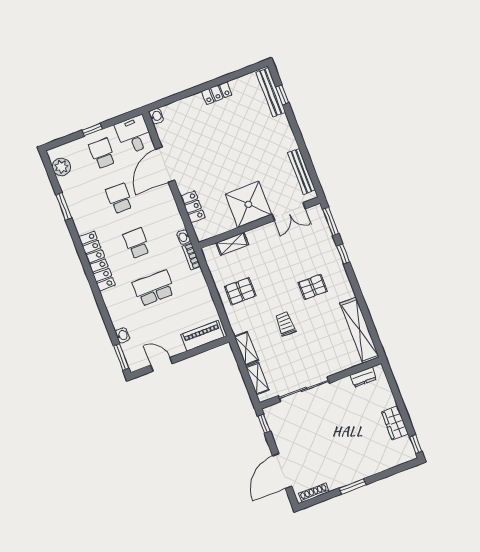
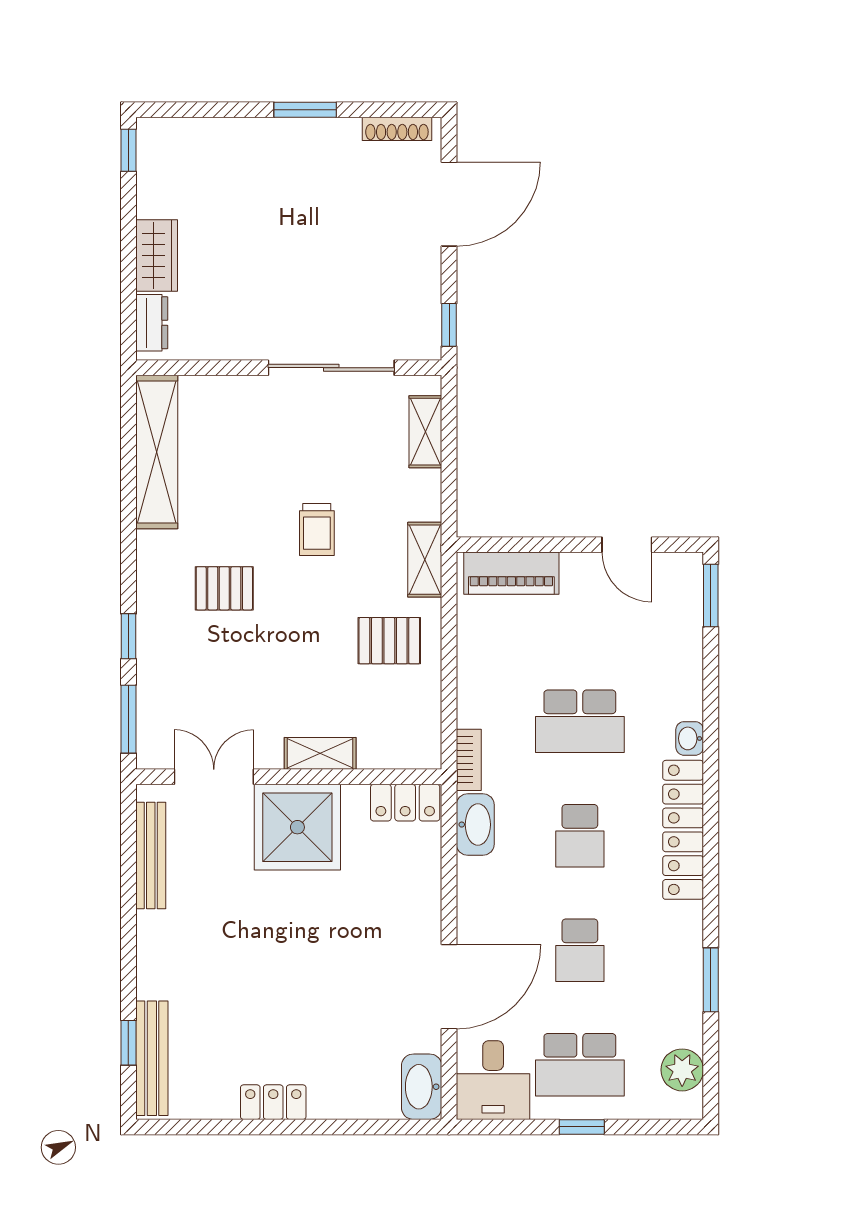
washbasin: (156, 116) -> (422, 1087), width x1.91, depth x1.45
school desk: (102, 154) -> (580, 1065), width x1.85
locker: (193, 207) -> (405, 803), moved, turned -90
washbasin: (184, 237) -> (475, 825), width x1.91, depth x1.45
shelving: (232, 244) -> (320, 753), moved
washbasin: (122, 335) -> (690, 738), moved
shelving: (246, 348) -> (425, 560), moved
dresser: (363, 377) -> (152, 323), moved, turned 90
wardrobe: (395, 423) -> (157, 256), moved

